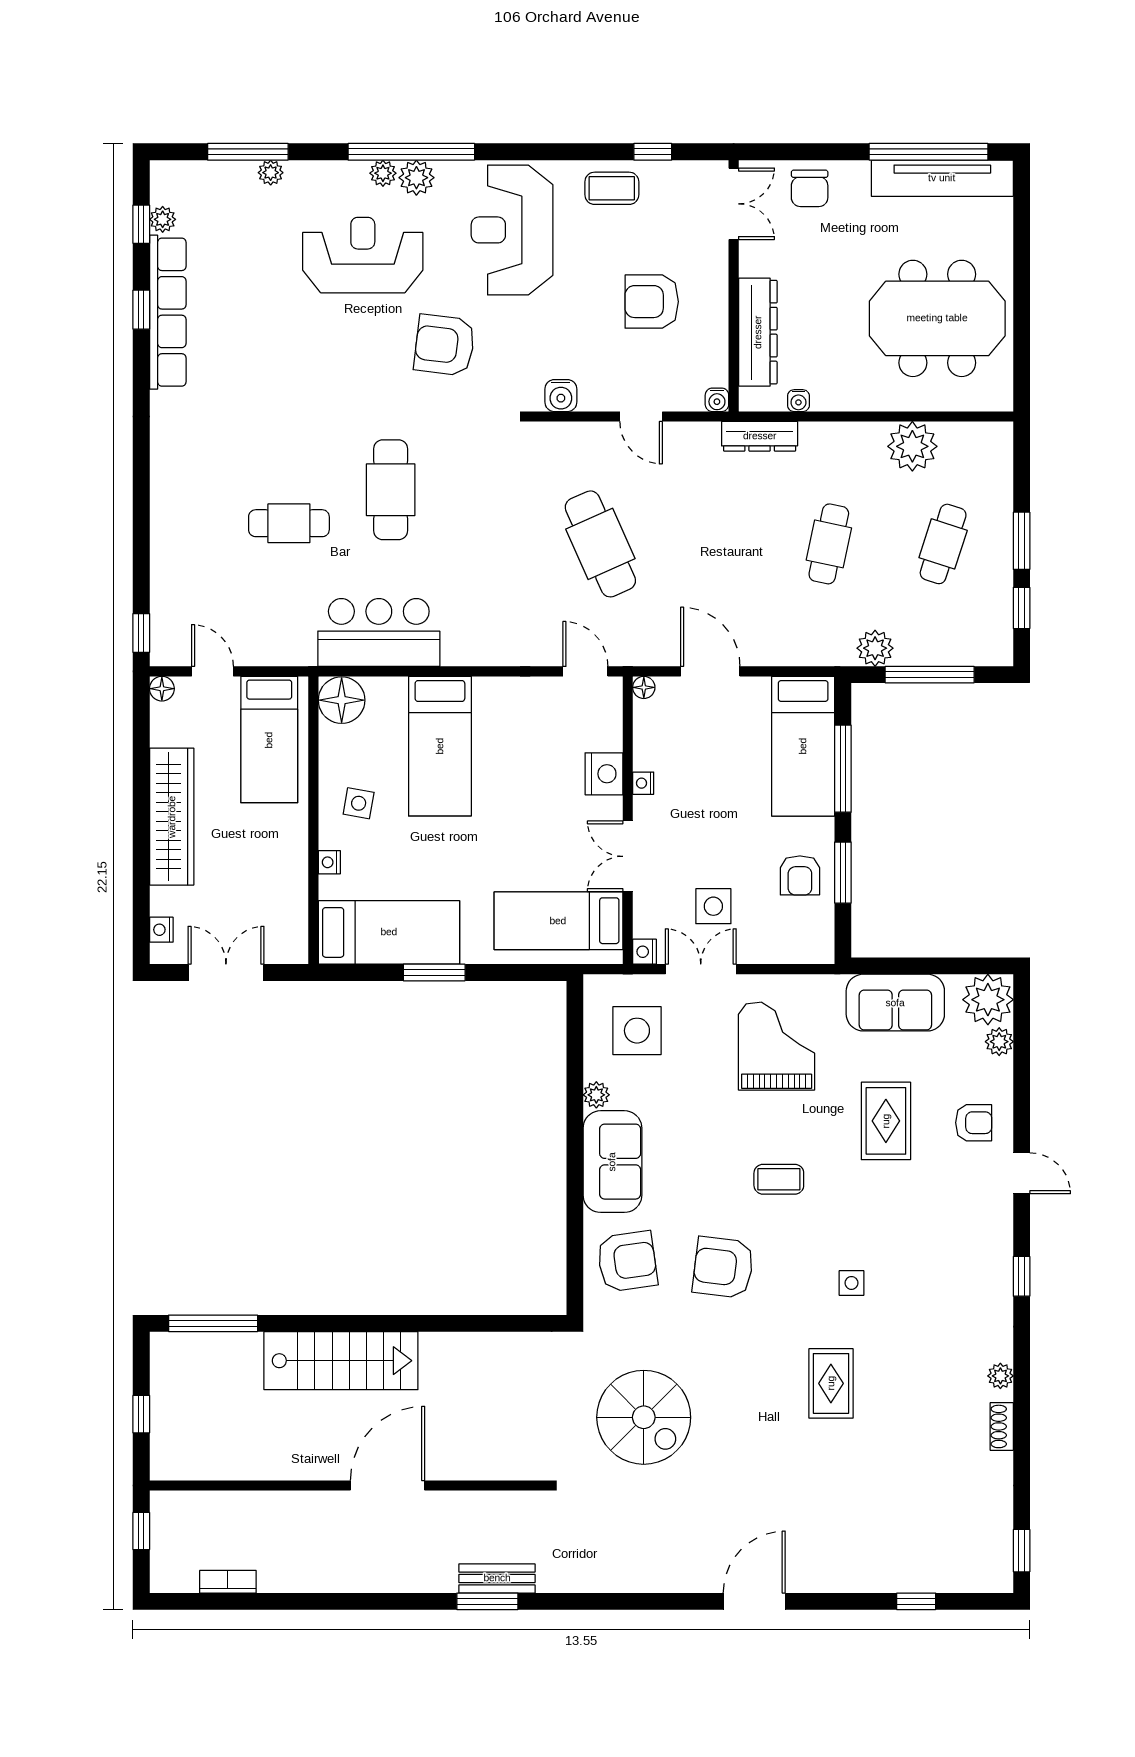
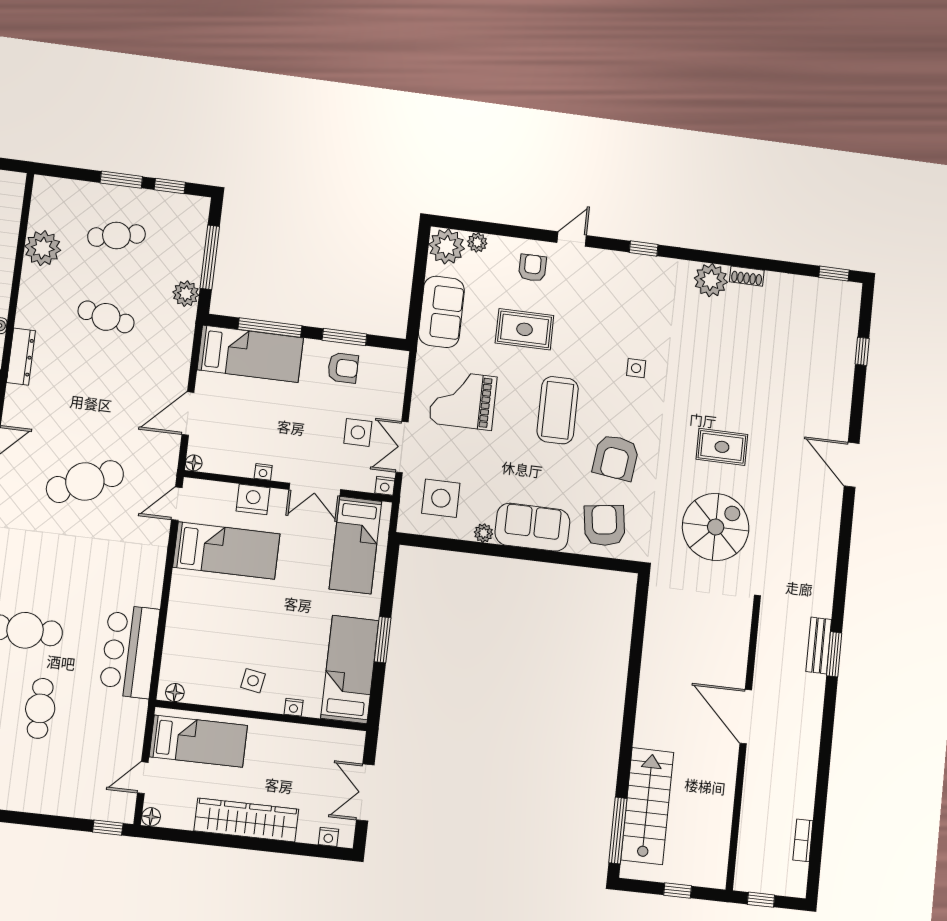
cafe table: (943, 544) -> (116, 236), turned -30
floor lamp: (342, 700) -> (175, 693), width x0.53, depth x0.53
bed: (440, 746) -> (226, 550), moved
coffee table: (779, 1179) -> (558, 410), width x1.86, depth x1.72
stairs: (341, 1361) -> (647, 806), moved
plant: (1000, 1376) -> (711, 280), width x1.88, depth x1.88
rug: (831, 1383) -> (722, 447), moved

